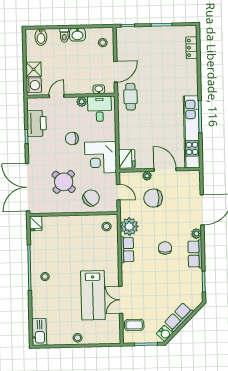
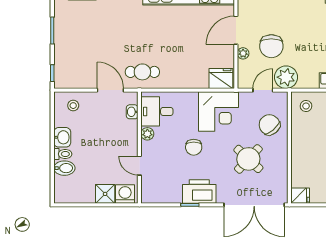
bidet: (41, 37) -> (64, 168), moved
printer: (37, 123) -> (199, 191), moved
plant: (129, 227) -> (286, 77), moved

